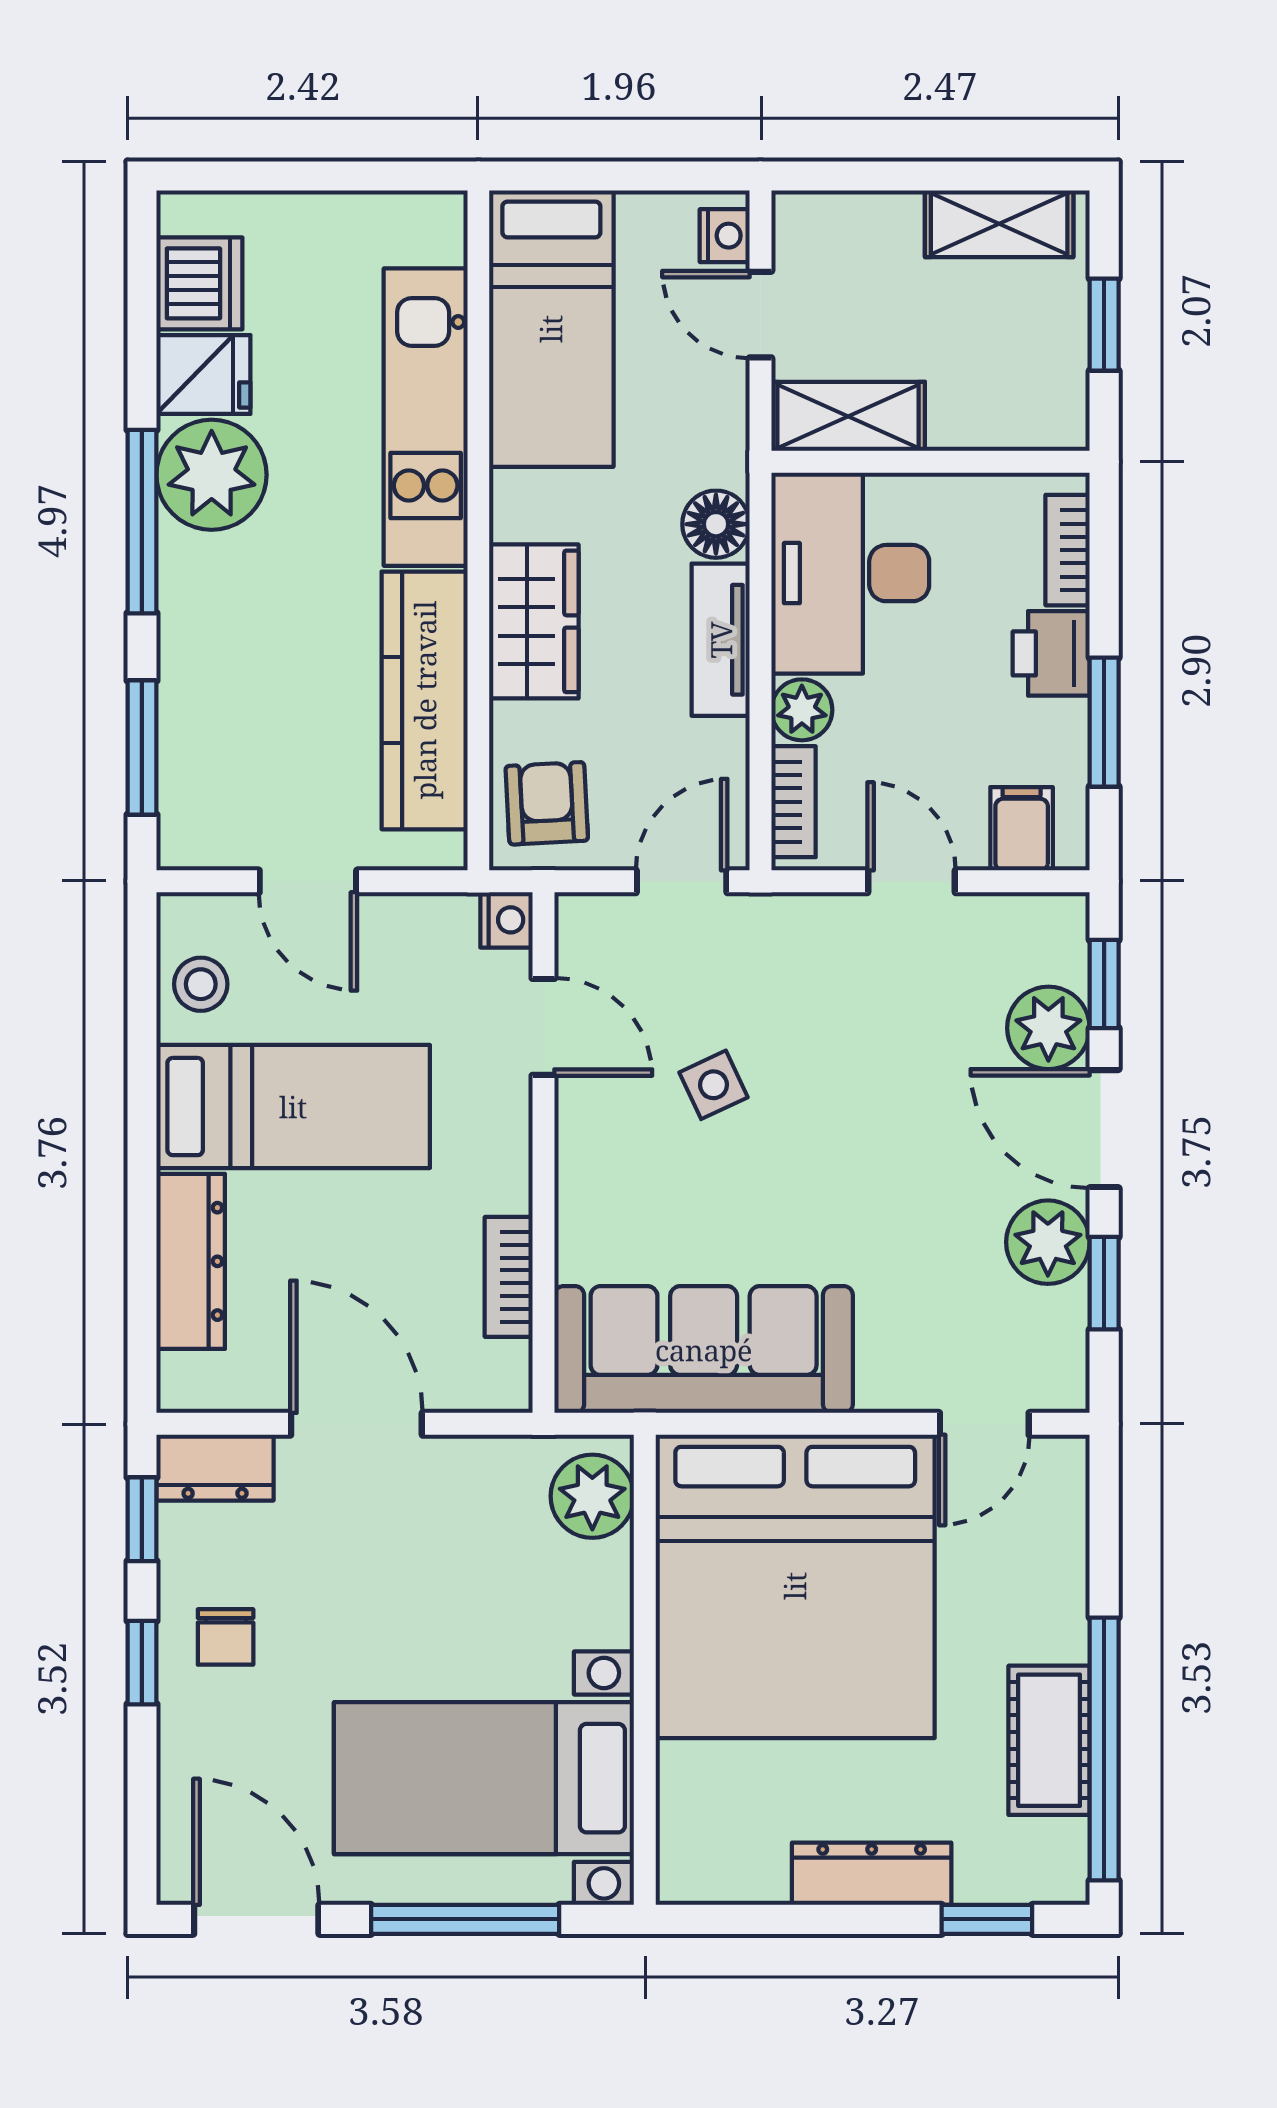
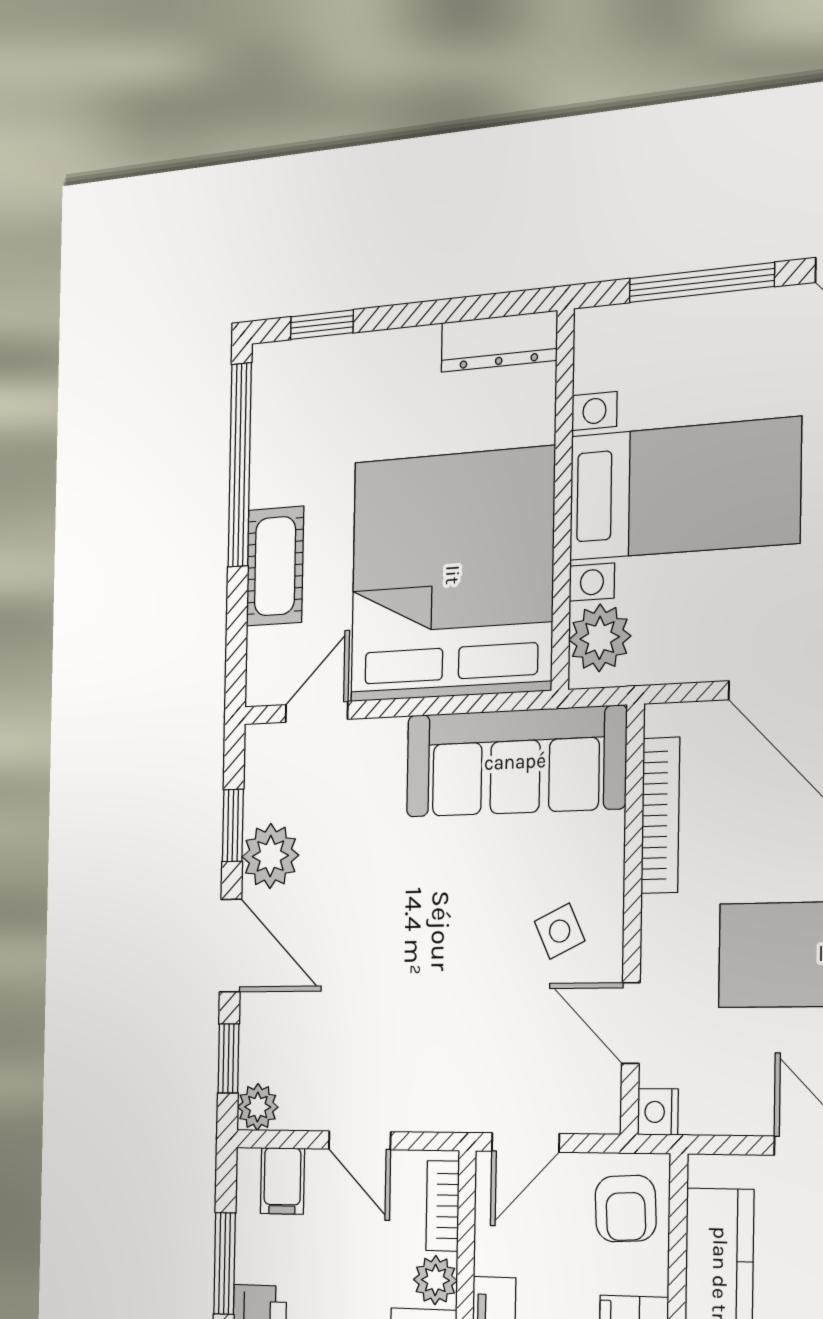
plant: (1048, 1028) -> (258, 1107), moved, width x0.73, depth x0.73
side table: (714, 1085) -> (560, 931), moved
bookcase: (509, 1277) -> (660, 815), width x1.56
cot: (1049, 1740) -> (275, 566), moved
bed with nightstands: (484, 1778) -> (684, 489), moved
dresser: (872, 1874) -> (499, 341), moved

